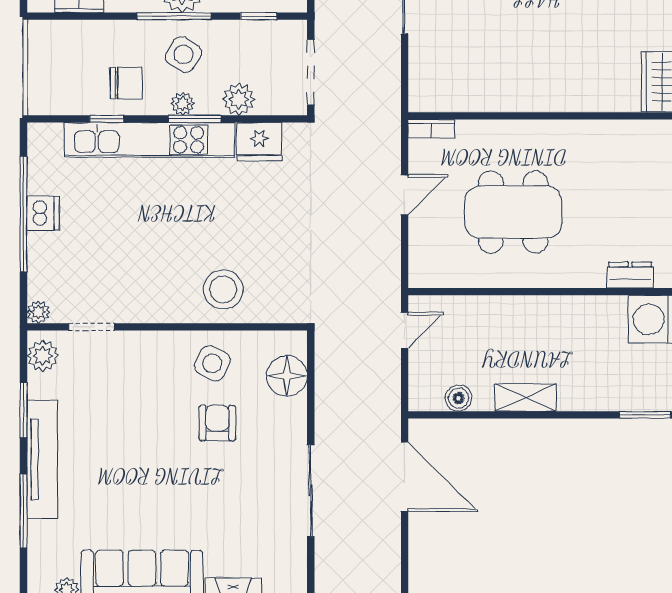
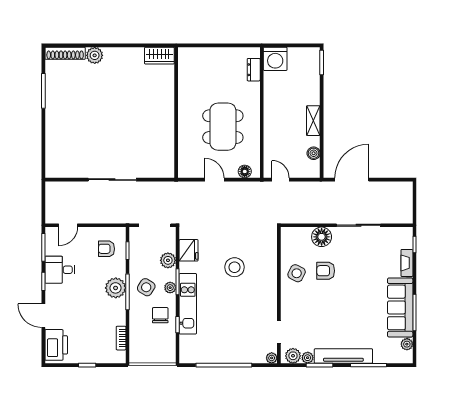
bookcase: (431, 129) -> (182, 167), removed
kitchen unit: (150, 140) -> (188, 304), width x0.73
dishwasher: (43, 213) -> (224, 356), removed
floor lamp: (421, 257) -> (245, 171), added
stool: (223, 289) -> (235, 267), moved
floor lamp: (287, 376) -> (322, 237), moved
plant: (39, 386) -> (308, 358), added

